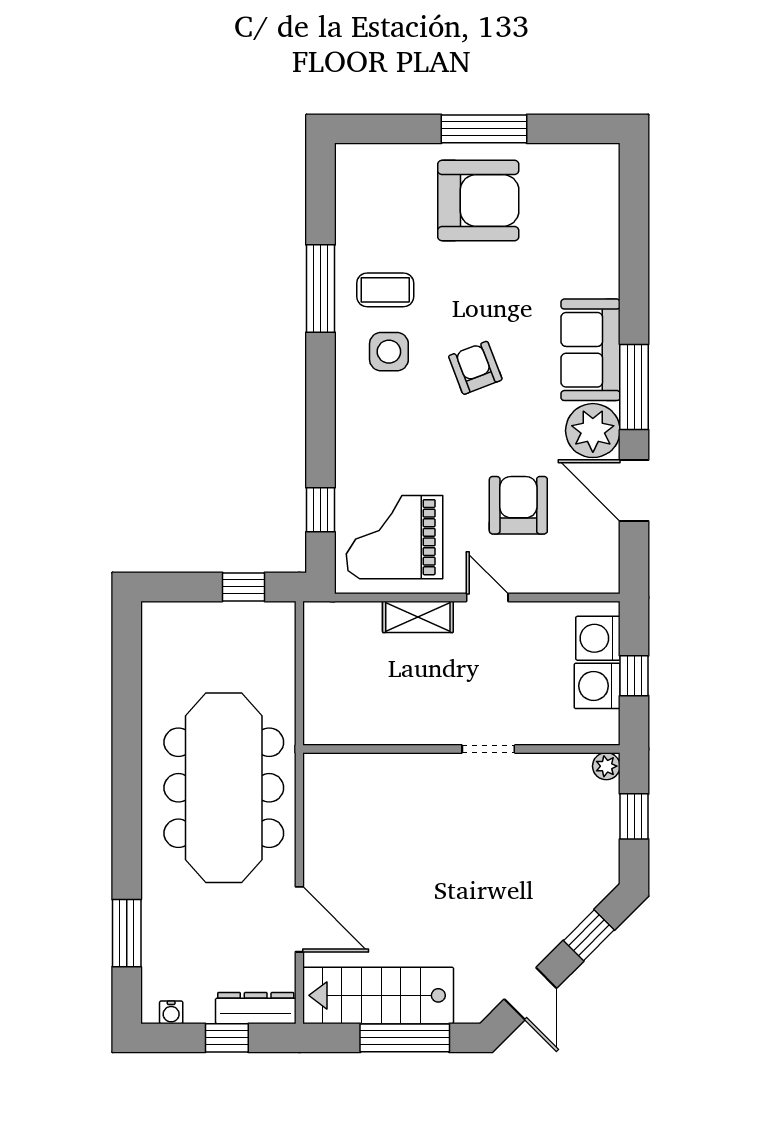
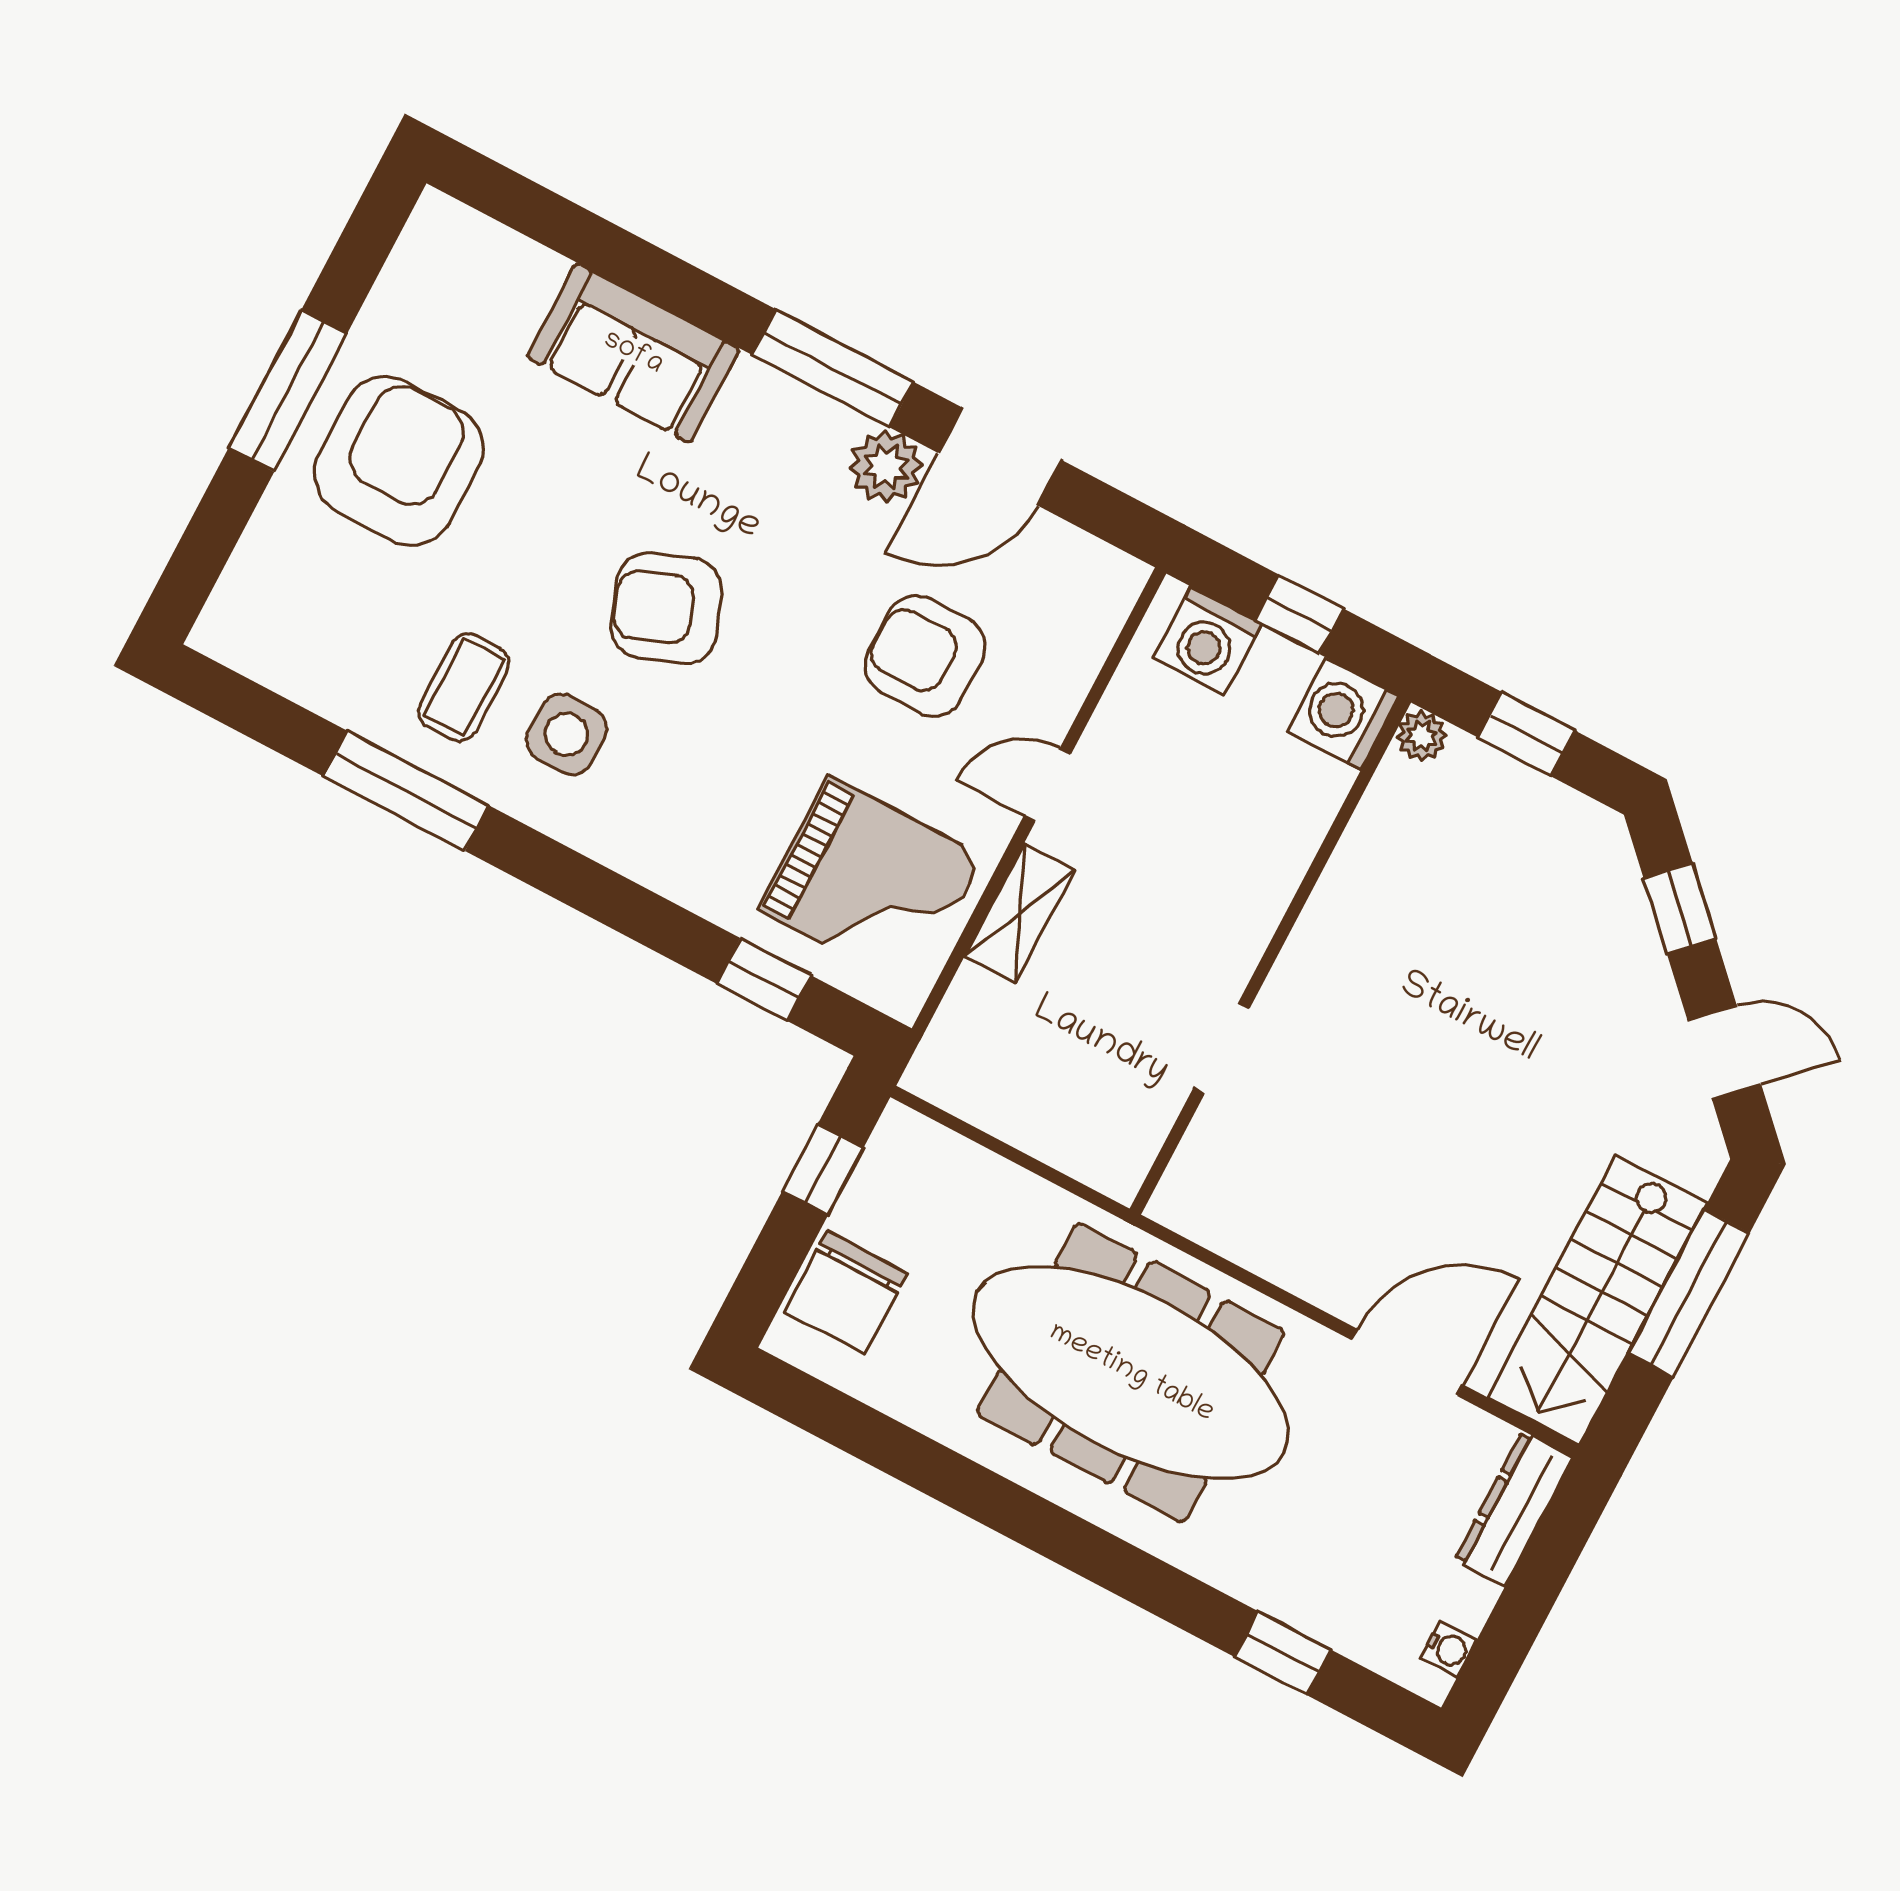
sofa: (591, 350) -> (633, 353), moved
armchair: (475, 368) -> (666, 608), width x1.38, depth x1.38
plant: (593, 431) -> (886, 466), width x0.73, depth x0.73
grand piano: (394, 537) -> (871, 883), turned -90
chair: (190, 630) -> (846, 1292), added
washing machine: (597, 686) -> (1343, 714), moved, turned 90
doorway: (488, 749) -> (1221, 1048), moved
window: (127, 933) -> (1283, 1653), width x0.67
window: (227, 1038) -> (1537, 1581), removed

